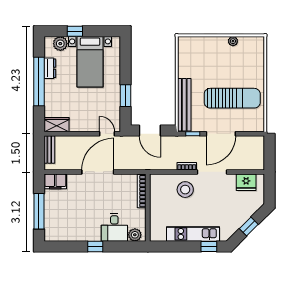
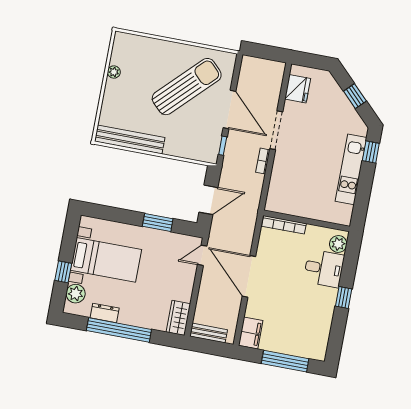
sun lounger: (232, 98) -> (187, 87), turned 45
bench: (184, 105) -> (130, 139), moved
stool: (185, 190) -> (292, 169), removed

